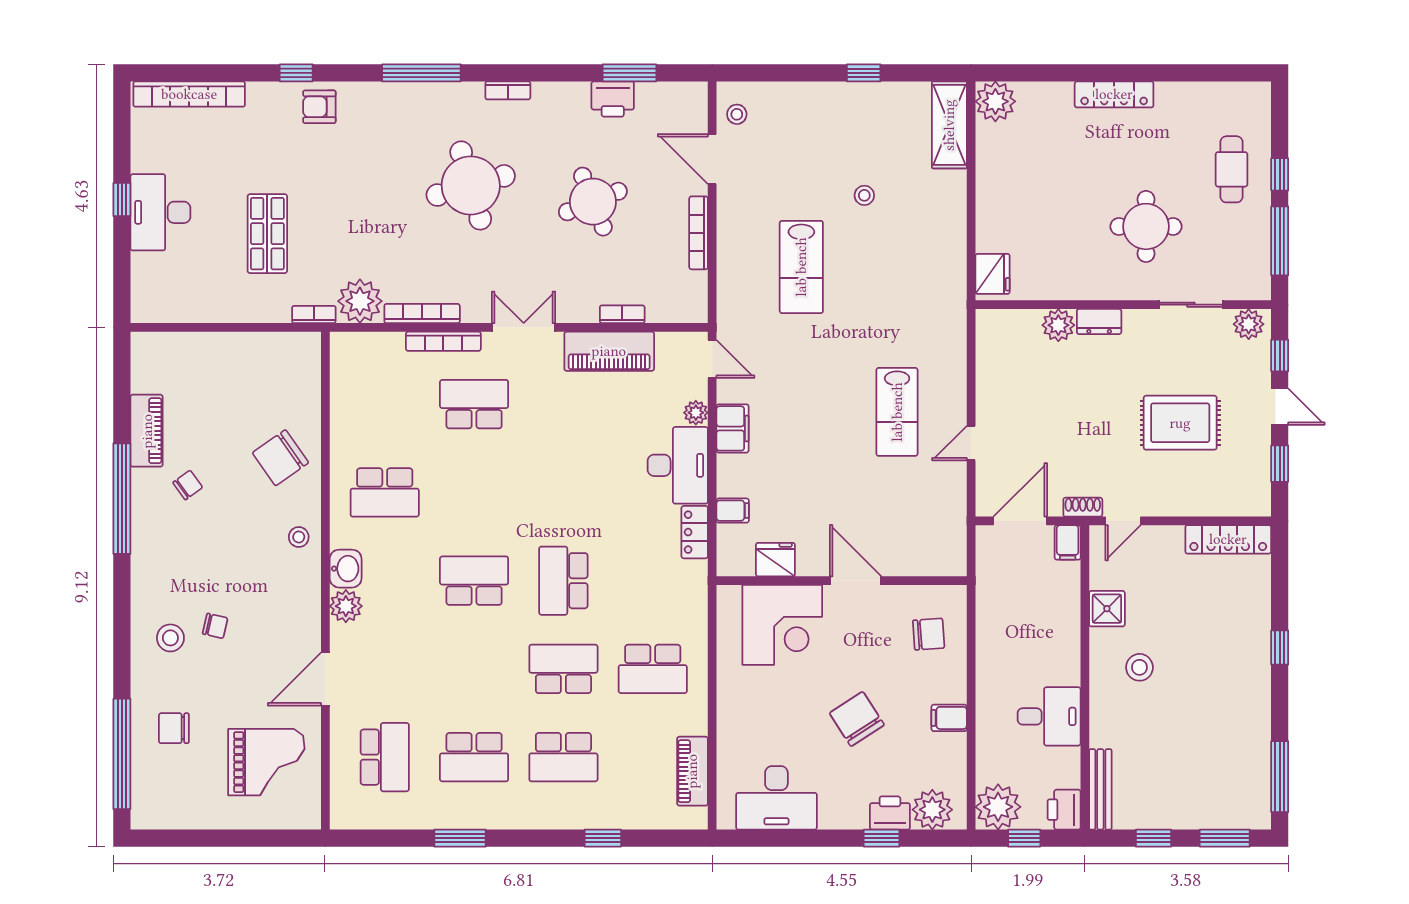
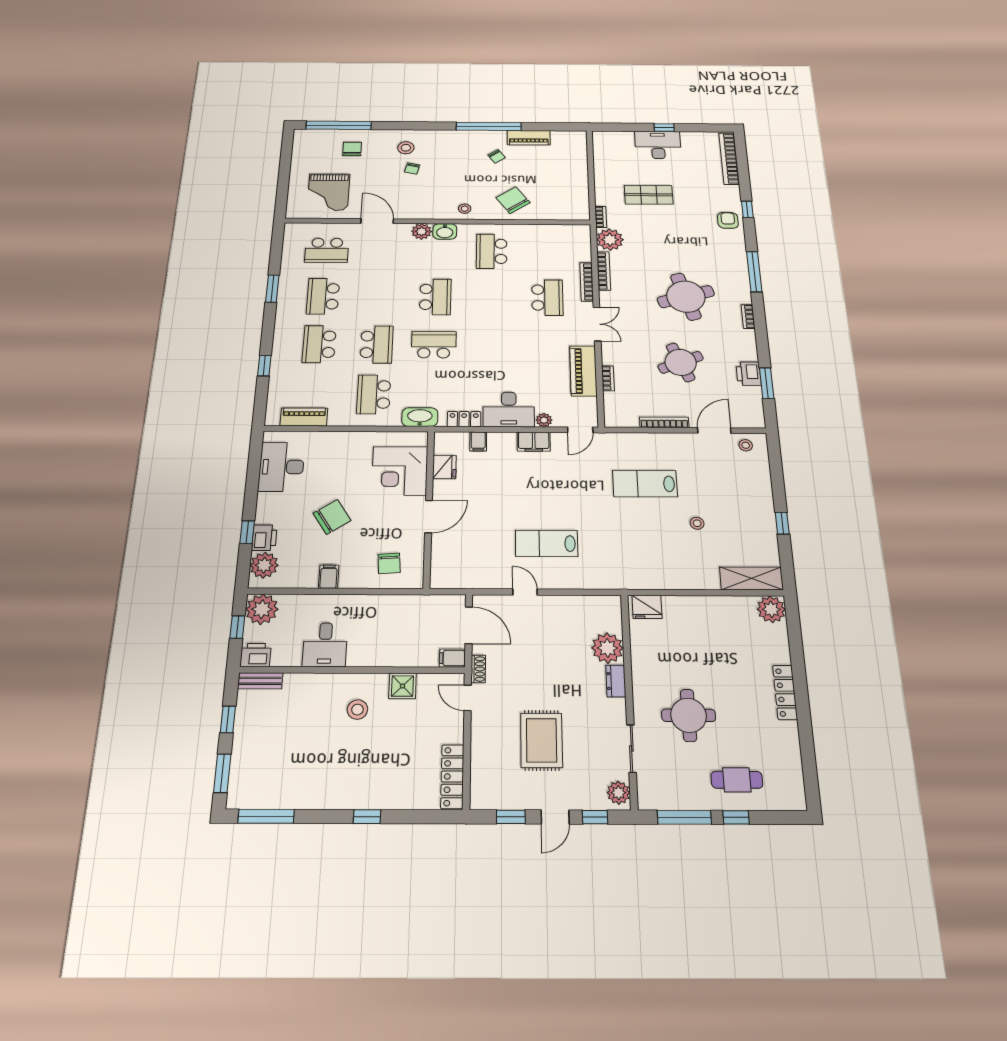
plant: (1058, 325) -> (607, 648), width x1.36, depth x1.36
washbasin: (692, 598) -> (420, 417), added
bench: (1100, 789) -> (260, 681), width x0.73

